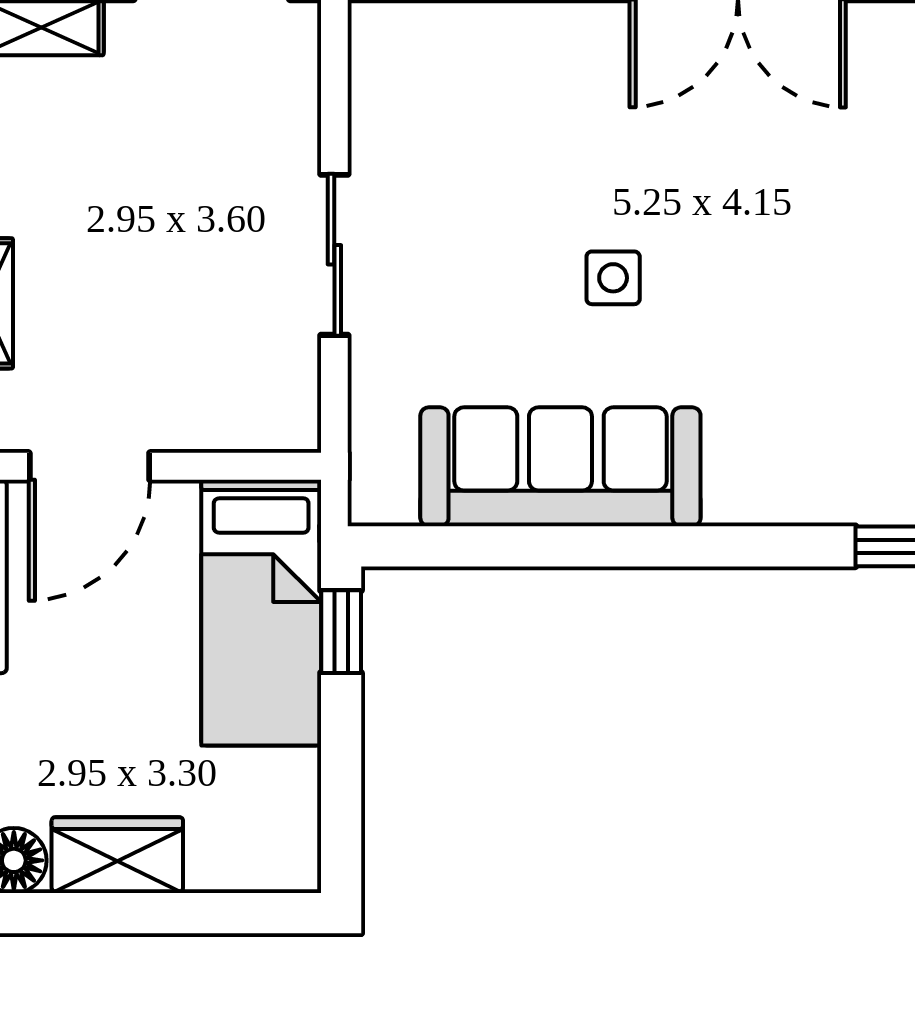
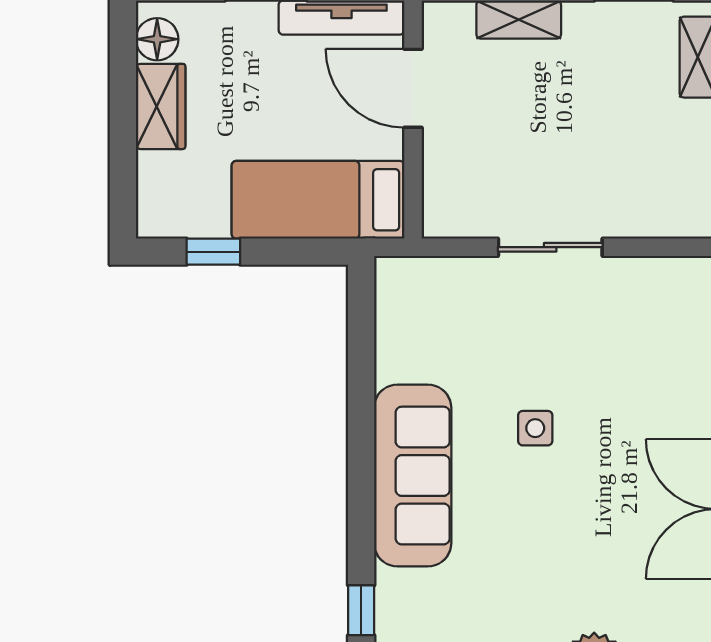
sofa: (560, 467) -> (413, 476), moved
window: (341, 632) -> (213, 252), moved

